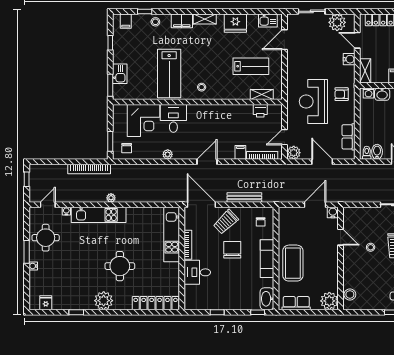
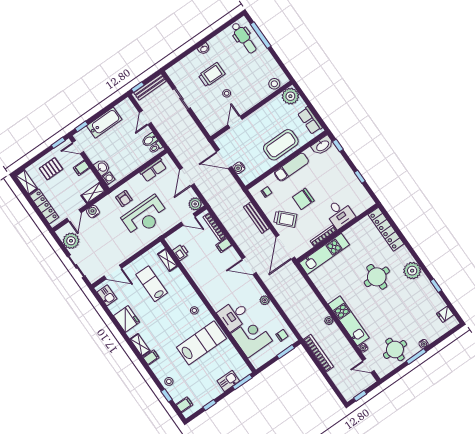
filing cabinet: (182, 21) -> (151, 358), width x0.50
water cooler: (333, 213) -> (239, 168), moved

